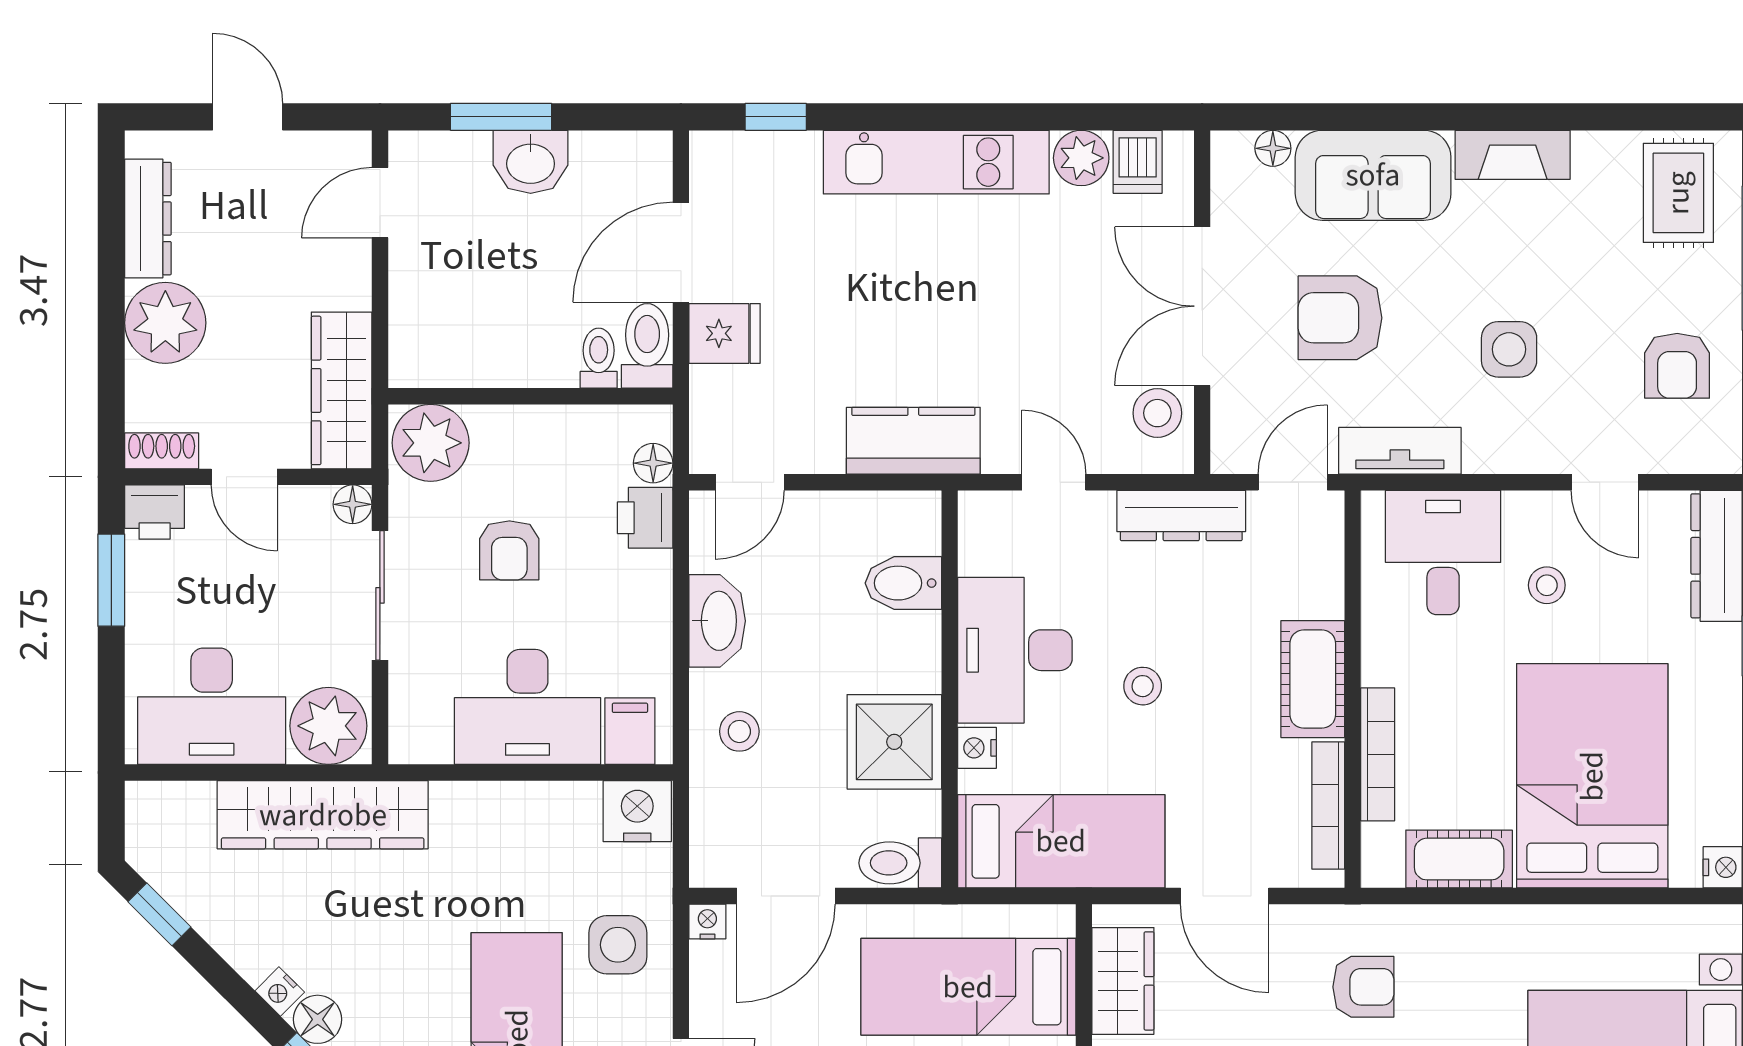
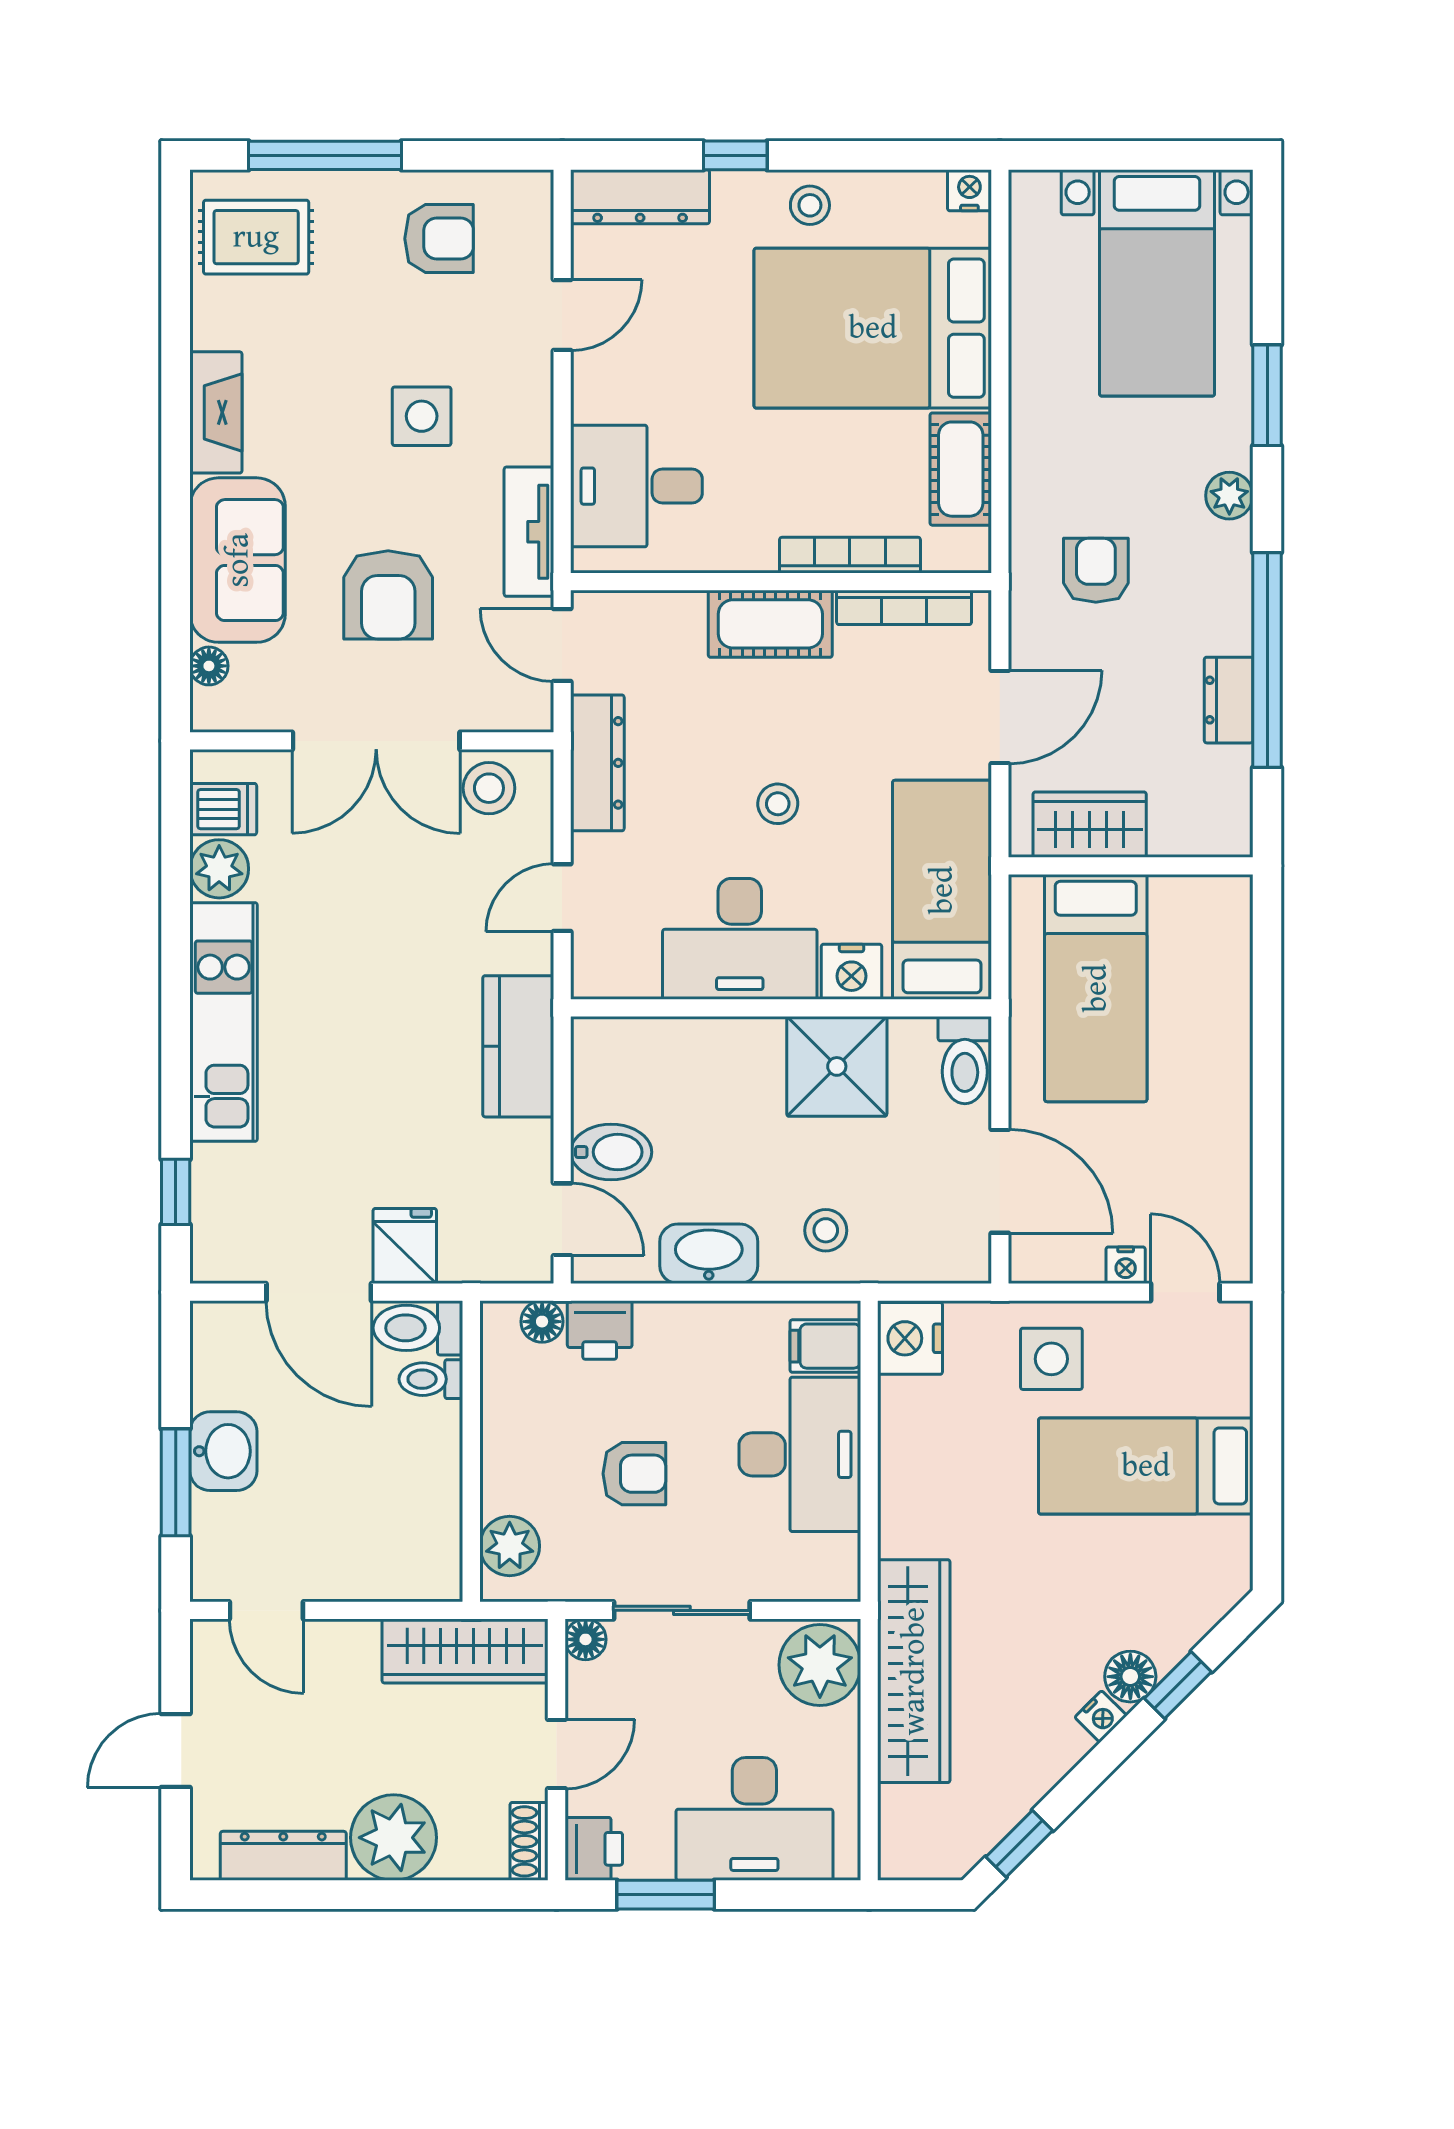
plant: (431, 443) -> (510, 1546), width x0.73, depth x0.73
bidet: (903, 583) -> (611, 1152), moved, turned -90
stool: (1547, 585) -> (810, 205), moved
desk: (212, 706) -> (754, 1819), moved, turned 90
nightstand: (977, 748) -> (852, 972), width x1.39, depth x1.35
nightstand: (707, 922) -> (1126, 1265), moved, turned -90

